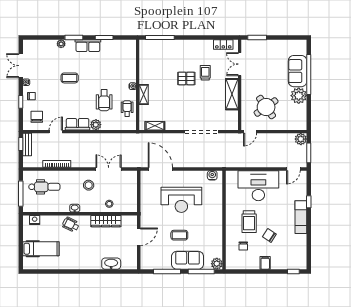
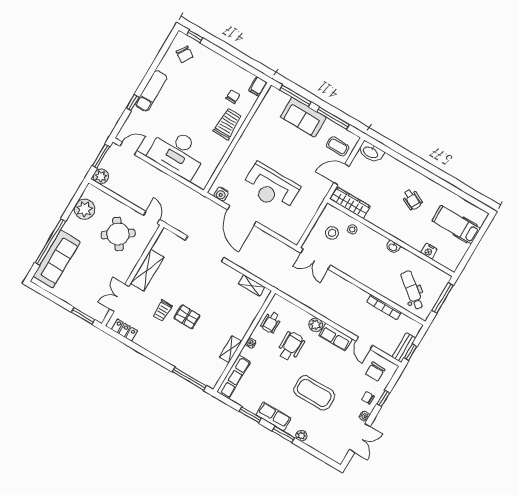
row of seats: (131, 57) -> (234, 377), added
double door: (240, 64) -> (119, 298), swing flipped
sofa: (298, 71) -> (57, 259), width x1.36
coffee table: (70, 78) -> (314, 393), width x1.86, depth x1.72
shelving: (144, 94) -> (231, 349), moved
plant: (299, 96) -> (85, 209), moved
door: (56, 132) -> (364, 343), hinge flipped
door: (250, 132) -> (152, 217), hinge flipped
double door: (109, 169) -> (315, 259), moved
door: (160, 169) -> (242, 216), moved
stool: (89, 185) -> (332, 233), moved
dental chair: (44, 187) -> (412, 290), turned 38
reception desk: (181, 200) -> (271, 187), turned 180
nightstand: (35, 220) -> (429, 251), moved
wardrobe: (106, 221) -> (350, 203), moved
trolley: (249, 222) -> (228, 124), moved
wheelchair: (71, 225) -> (412, 199), moved
coffee table: (179, 235) -> (338, 146), moved
chair: (269, 235) -> (184, 54), moved
filing cabinet: (265, 263) -> (258, 86), moved
washbasin: (111, 264) -> (371, 152), moved
plant: (217, 264) -> (273, 94), removed

